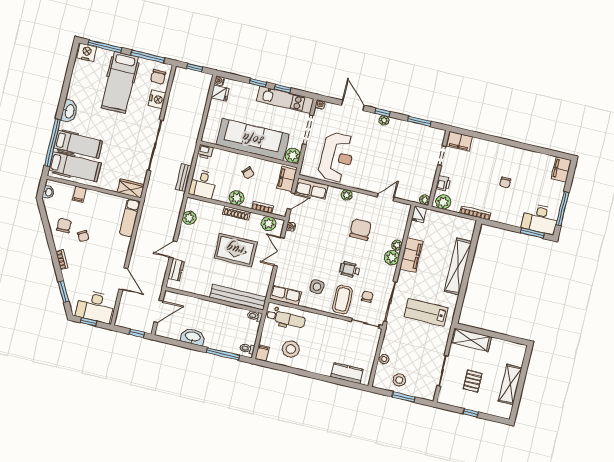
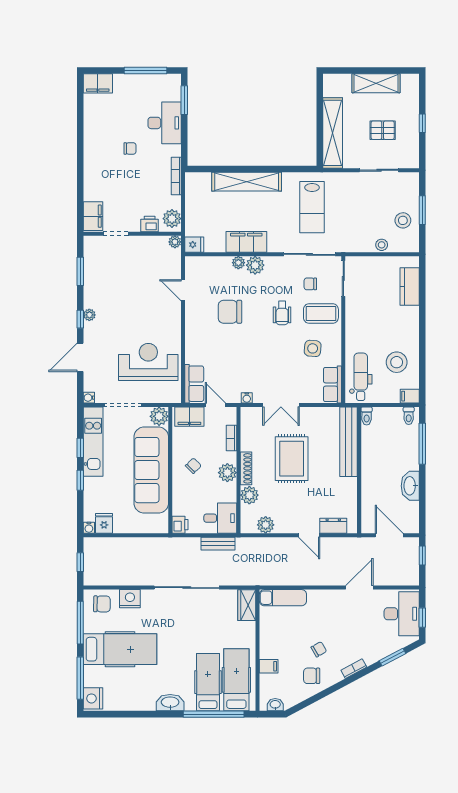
plant: (347, 195) -> (192, 339), removed
desk: (540, 219) -> (165, 123), moved
plant: (269, 224) -> (249, 495), moved
shelving: (471, 340) -> (333, 133), width x1.47

